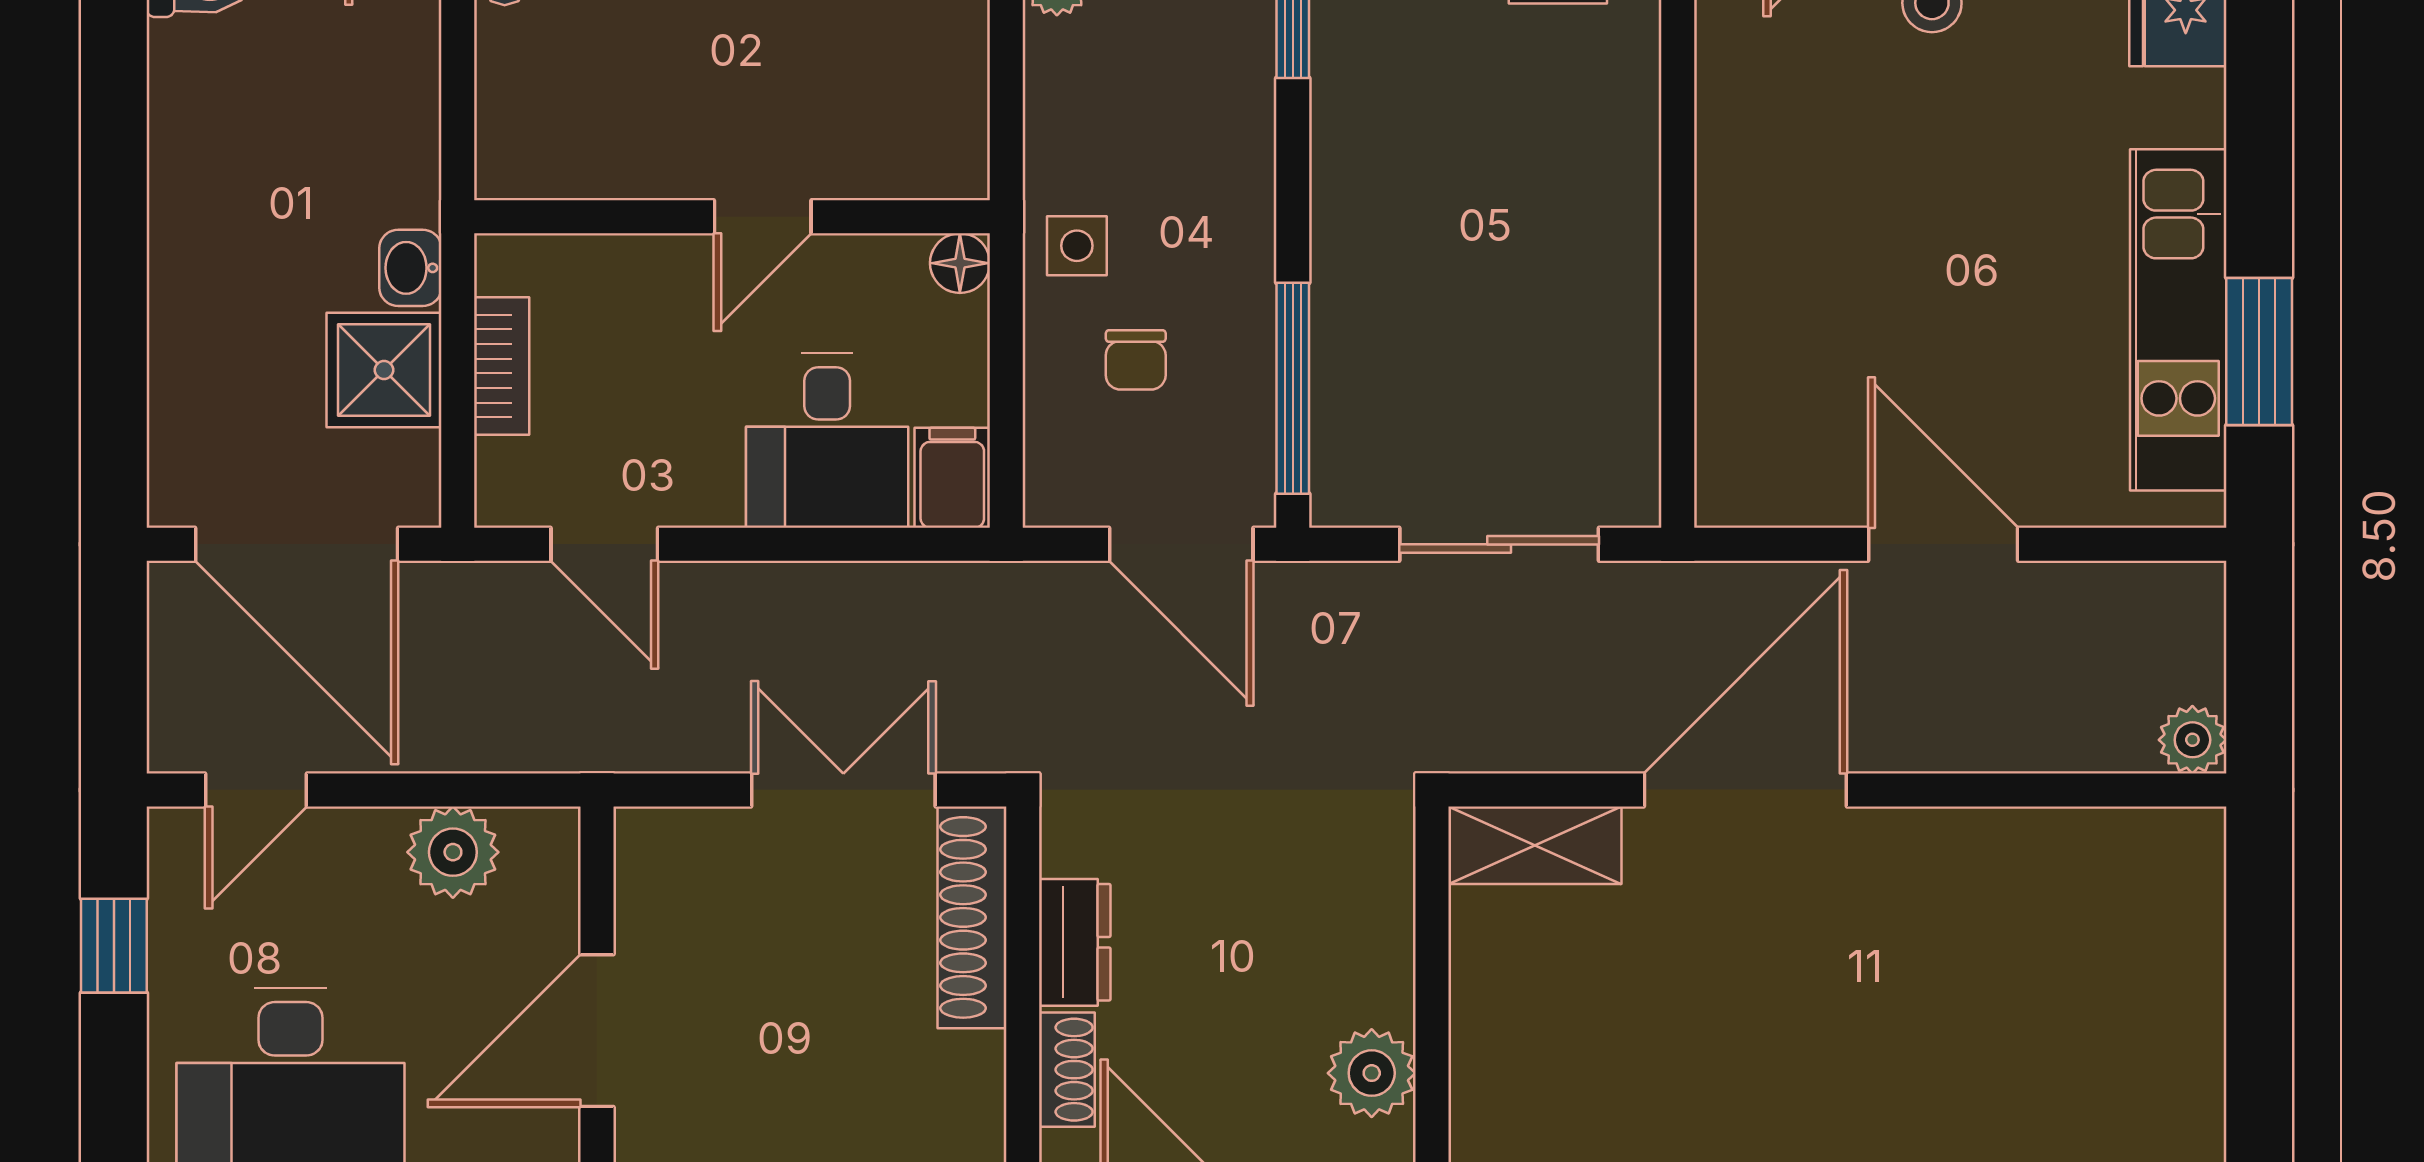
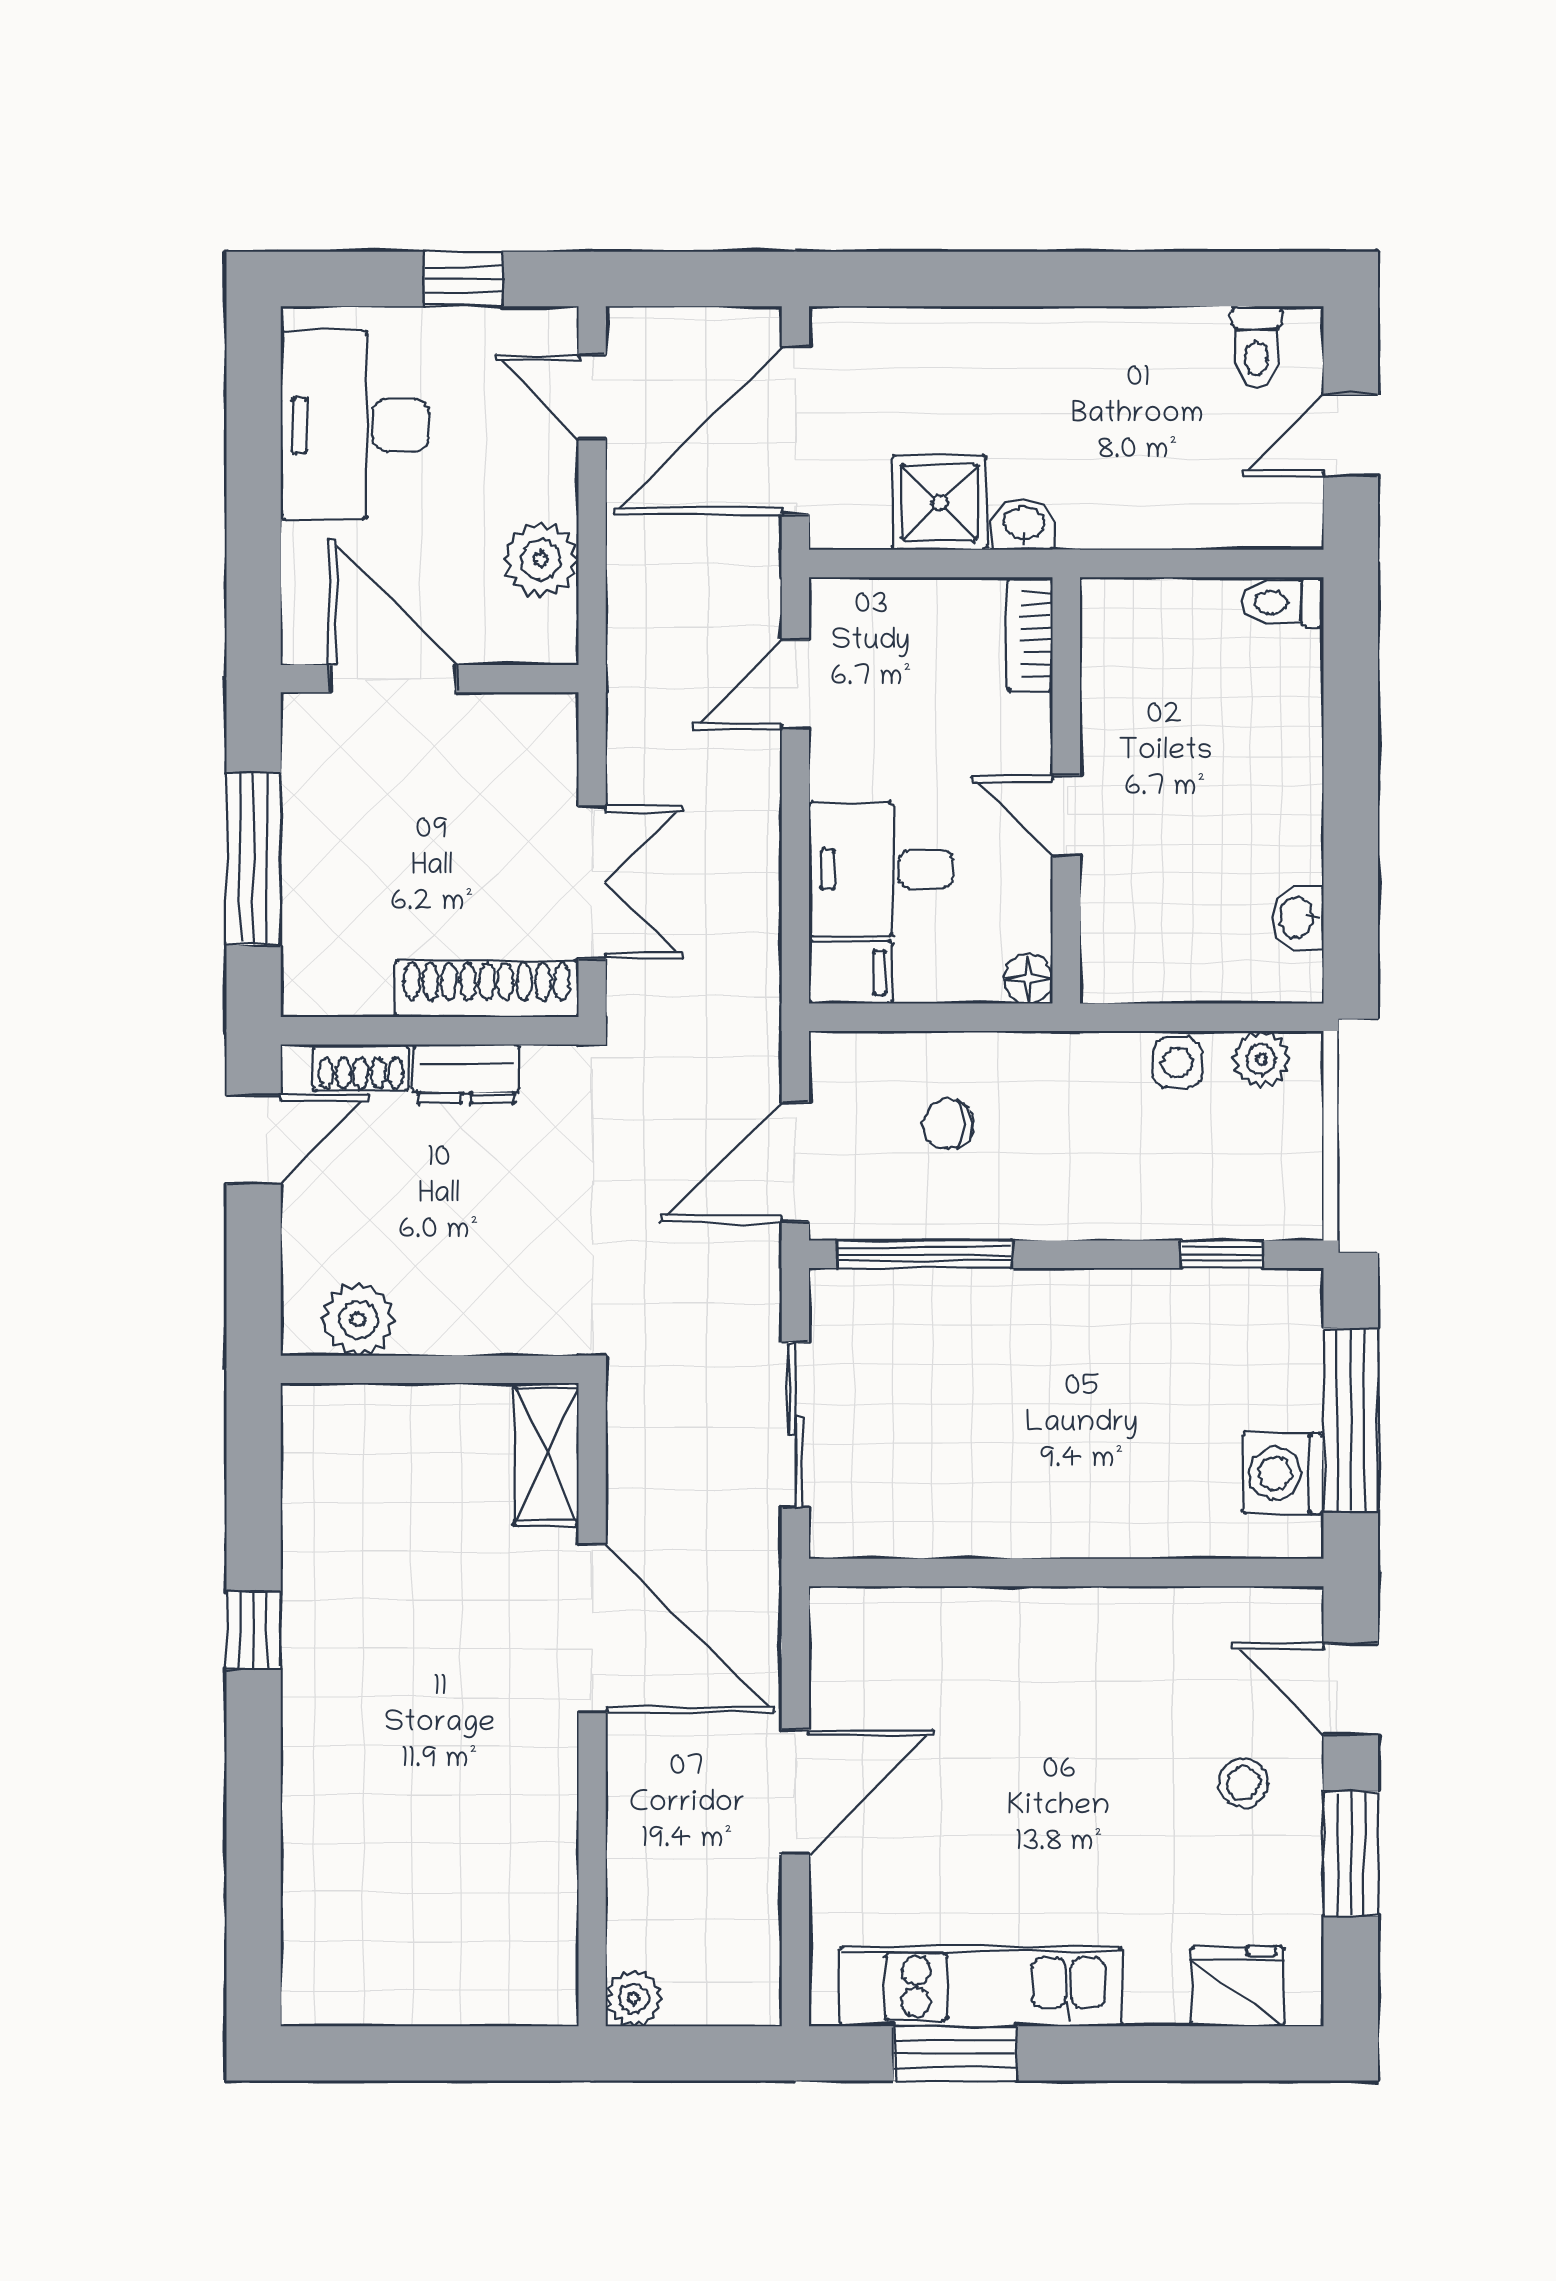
side table: (1077, 246) -> (1177, 1063), moved
bookcase: (502, 366) -> (1030, 634), moved, turned 90

